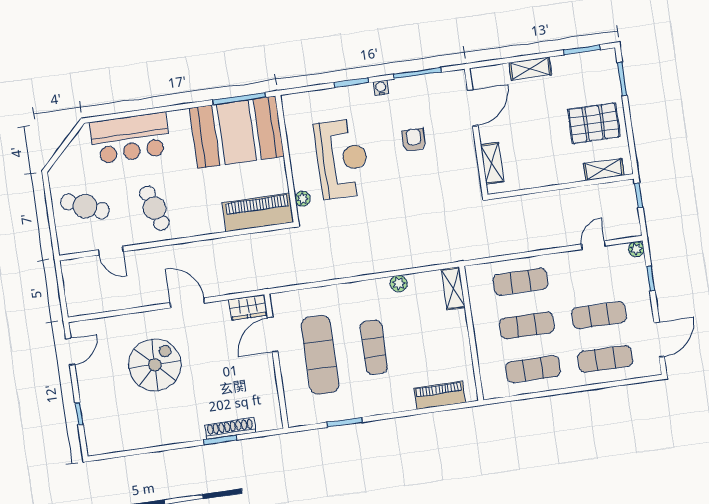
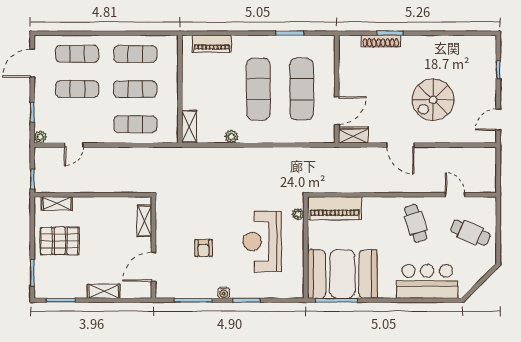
exercise mat: (374, 347) -> (258, 89), width x1.36, depth x1.45

